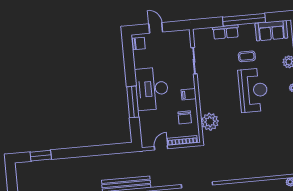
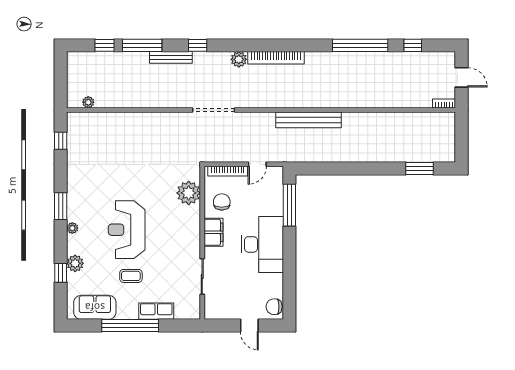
filing cabinet: (189, 94) -> (214, 232), width x2.00
window: (133, 102) -> (289, 205), moved

